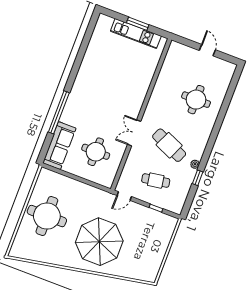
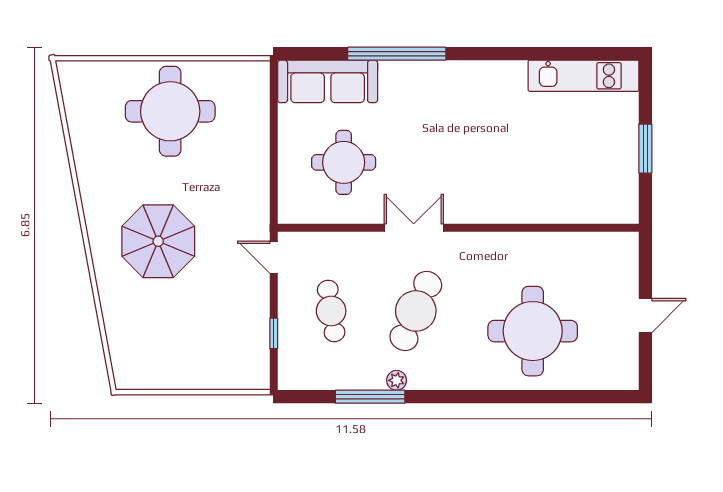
kitchen unit: (136, 33) -> (584, 76), moved, turned -90
round table: (196, 100) -> (533, 331), width x1.36, depth x1.36
window: (198, 178) -> (370, 397), width x2.17
parasol: (99, 242) -> (158, 241), width x0.73, depth x0.73

